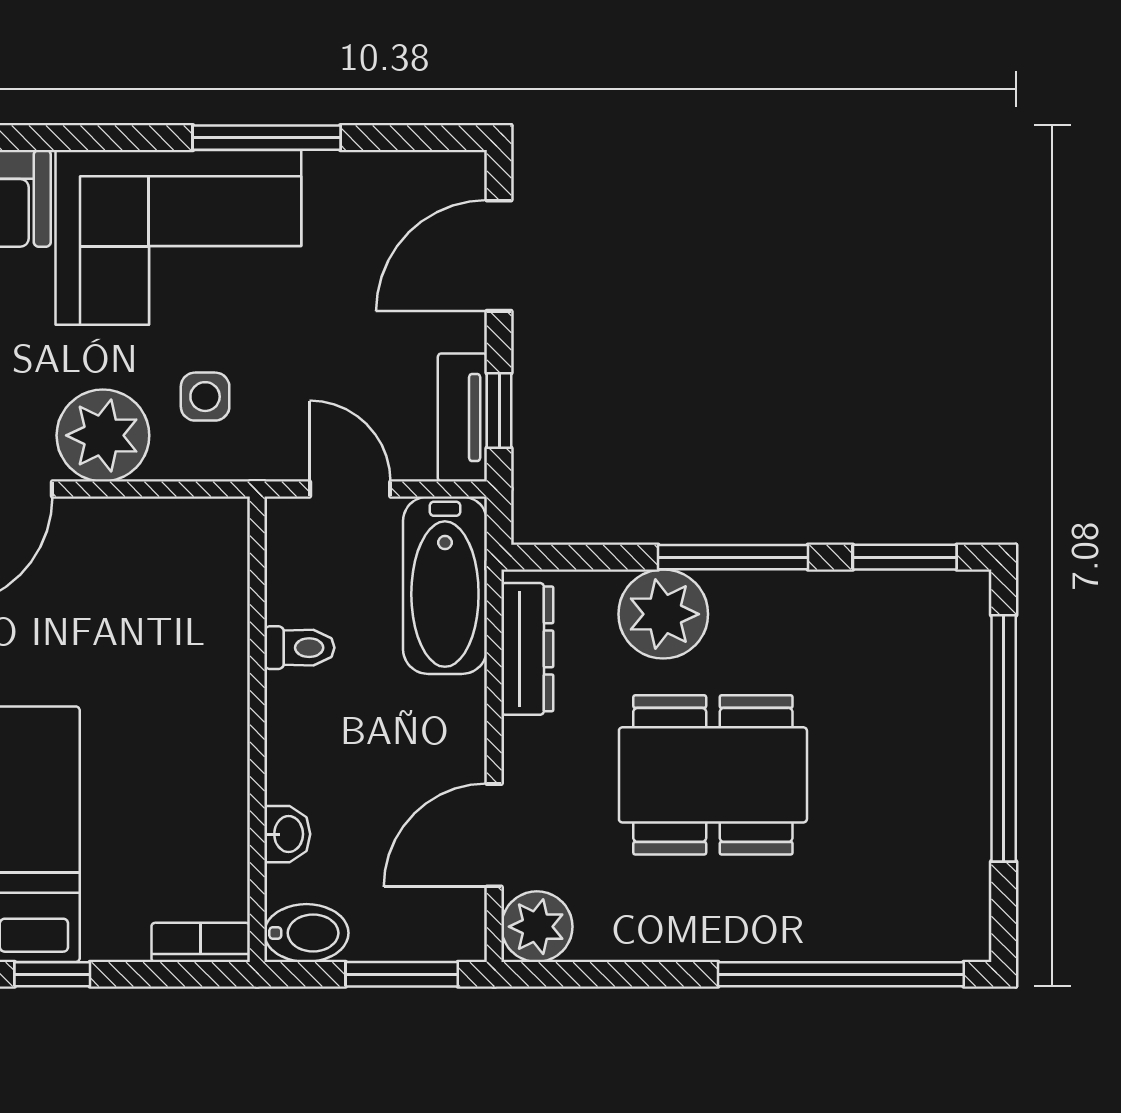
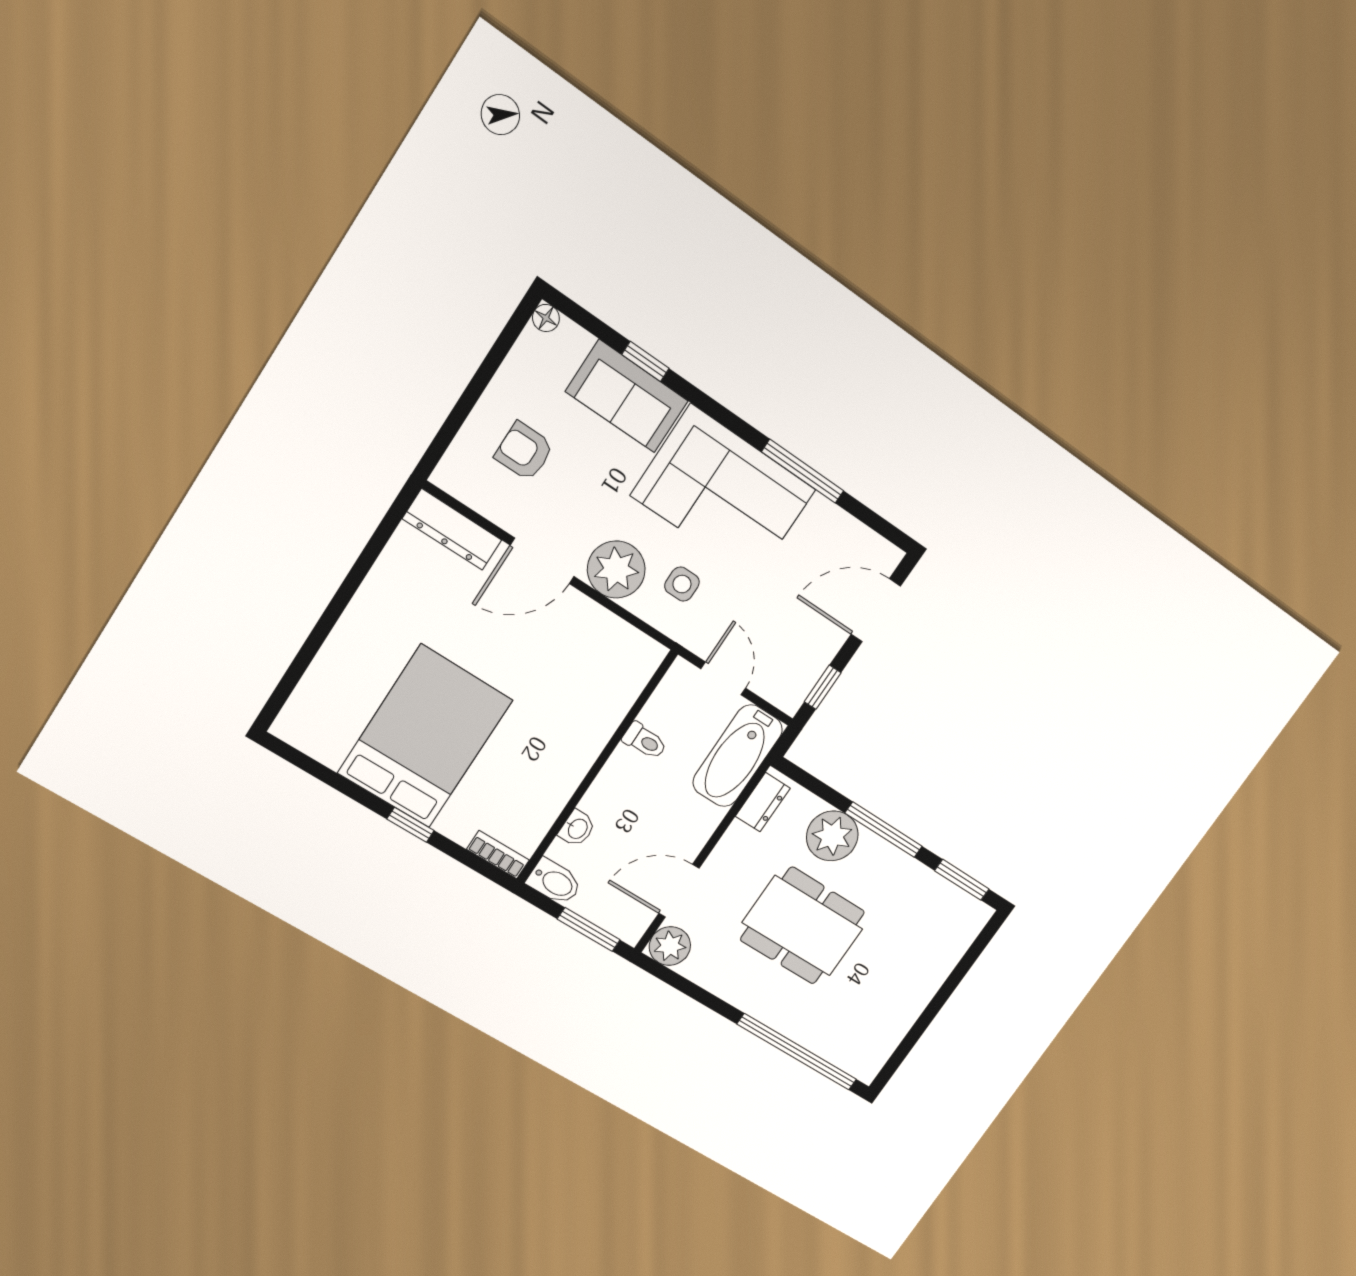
tv unit: (462, 418) -> (803, 679), removed
dresser: (527, 649) -> (763, 802), width x0.70
window: (1004, 738) -> (946, 990), removed

